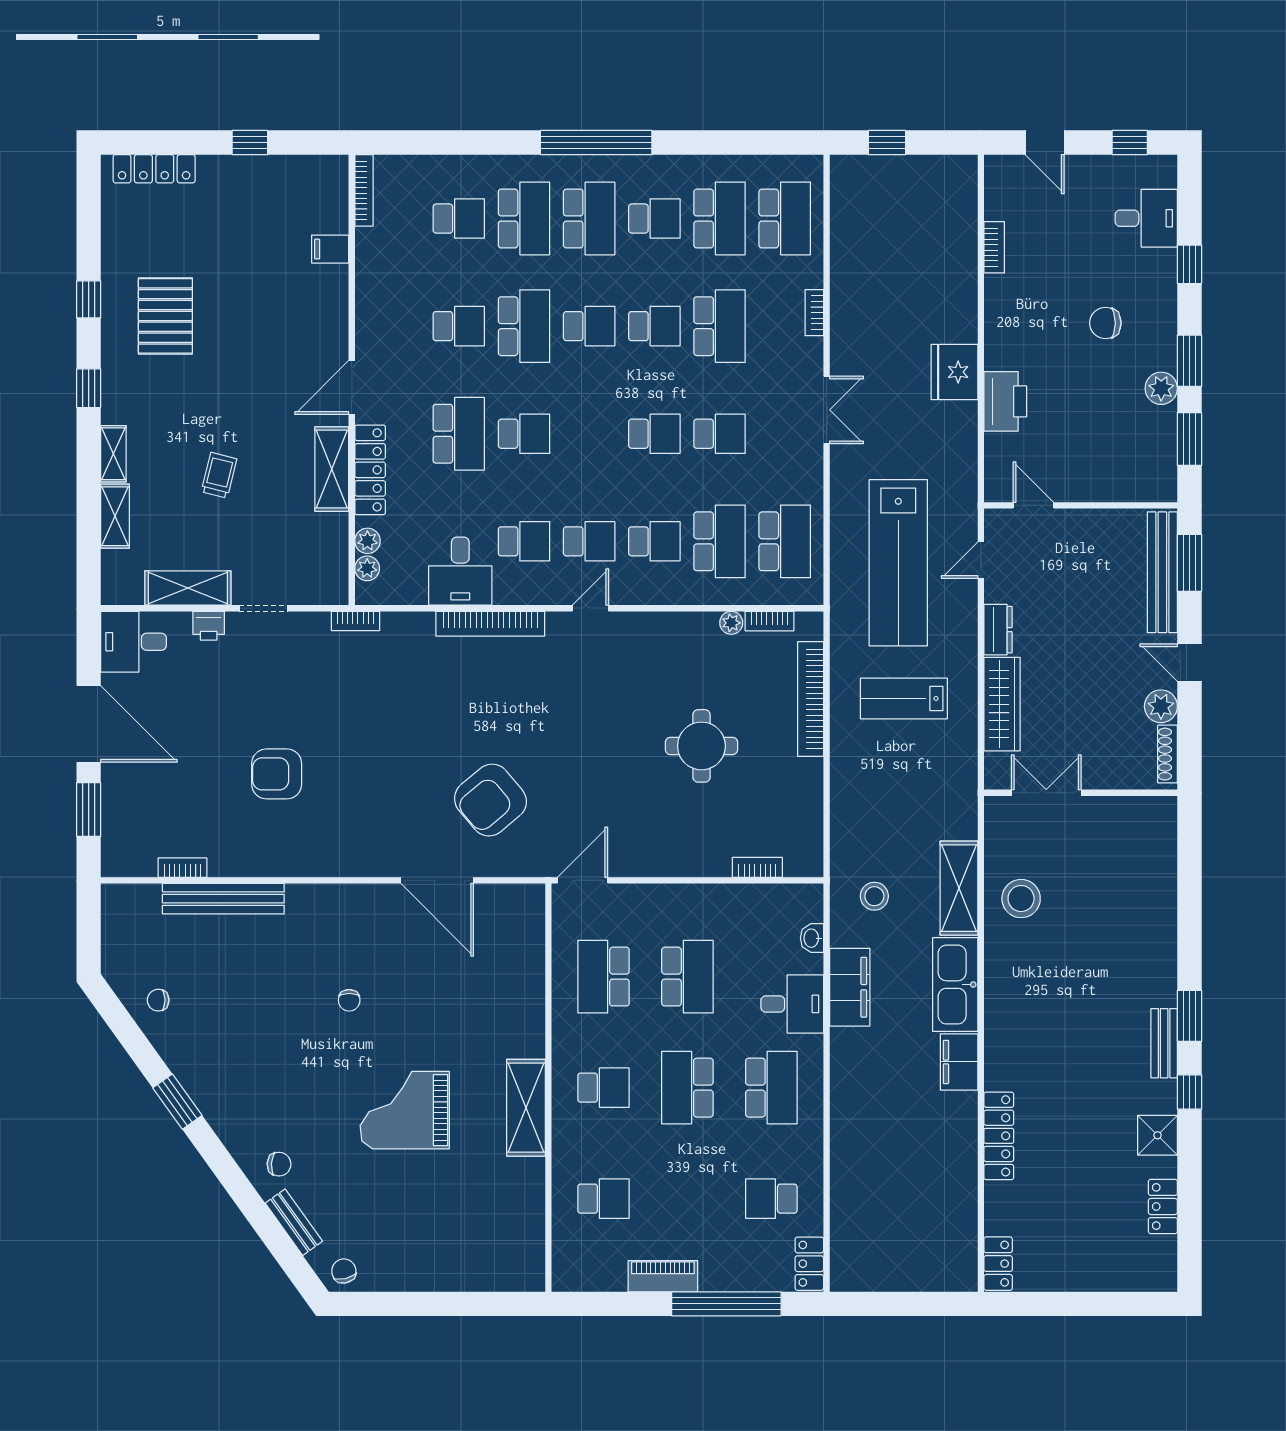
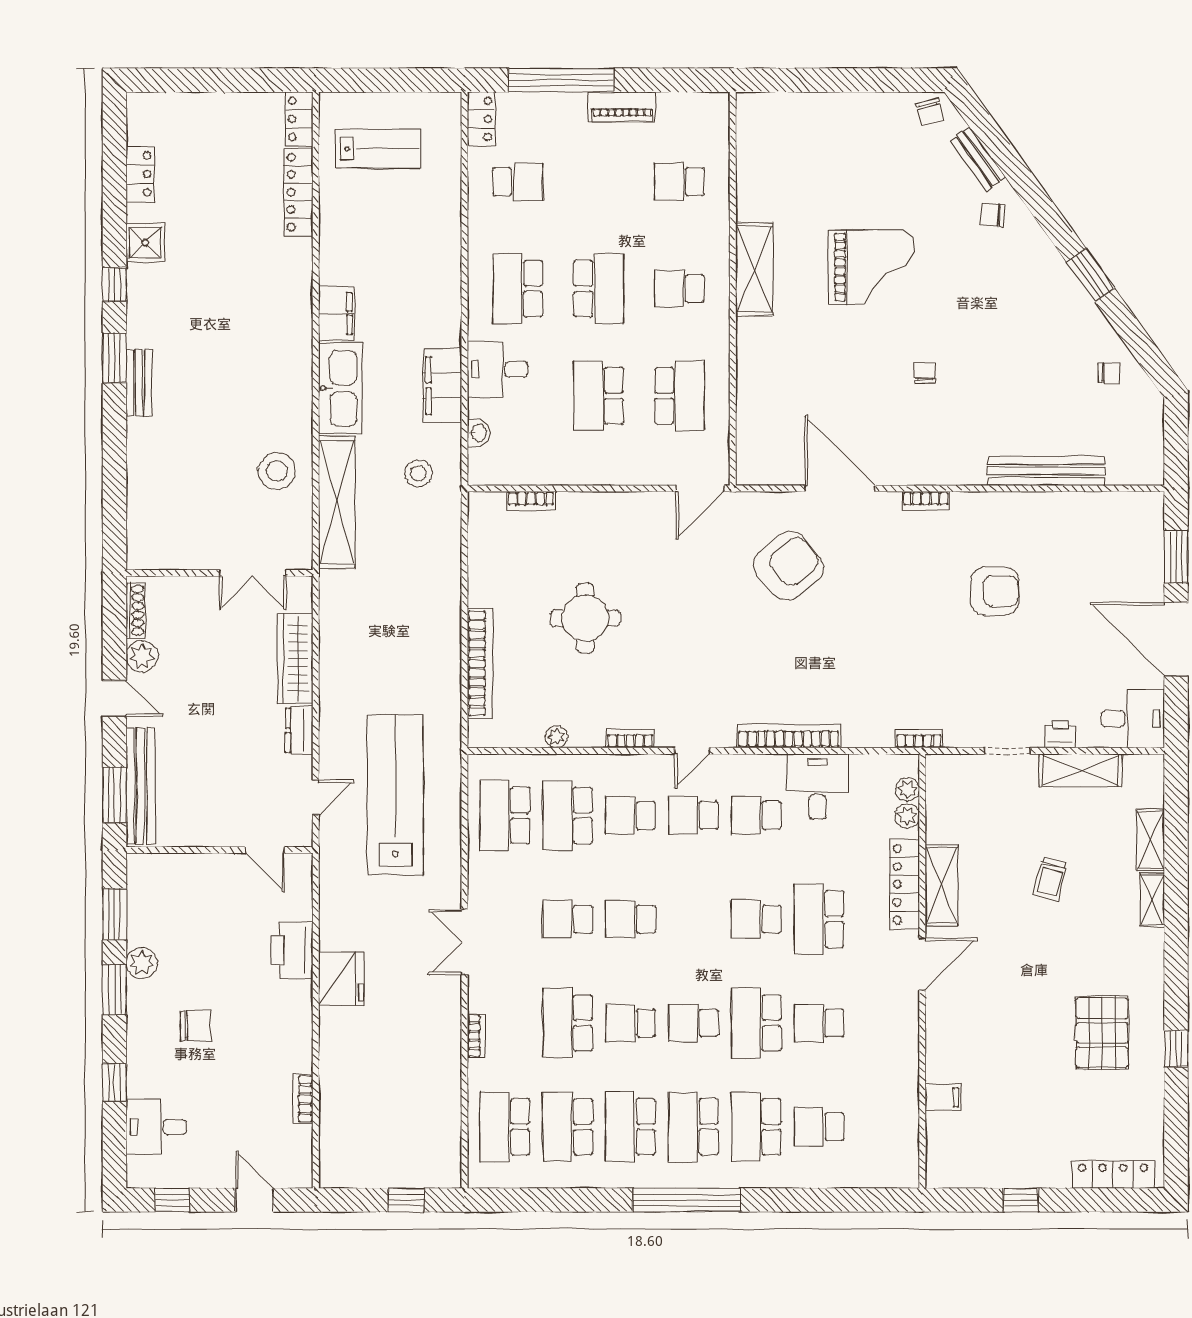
bookcase: (364, 190) -> (911, 1154), removed
school desk: (654, 219) -> (631, 1127), width x1.85
window: (89, 388) -> (1176, 963), removed
bookcase: (770, 621) -> (630, 739), moved
lab bench: (904, 698) -> (378, 149), moved
bookcase: (183, 868) -> (926, 501), moved
shelving: (959, 888) -> (337, 502), width x1.47
bench: (1164, 1043) -> (139, 383), moved
locker: (999, 1136) -> (298, 192), moved

